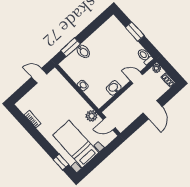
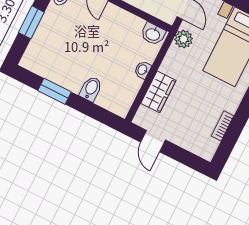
window: (70, 47) -> (55, 91), moved
washbasin: (114, 88) -> (153, 34), moved
wardrobe: (66, 90) -> (158, 92), added

